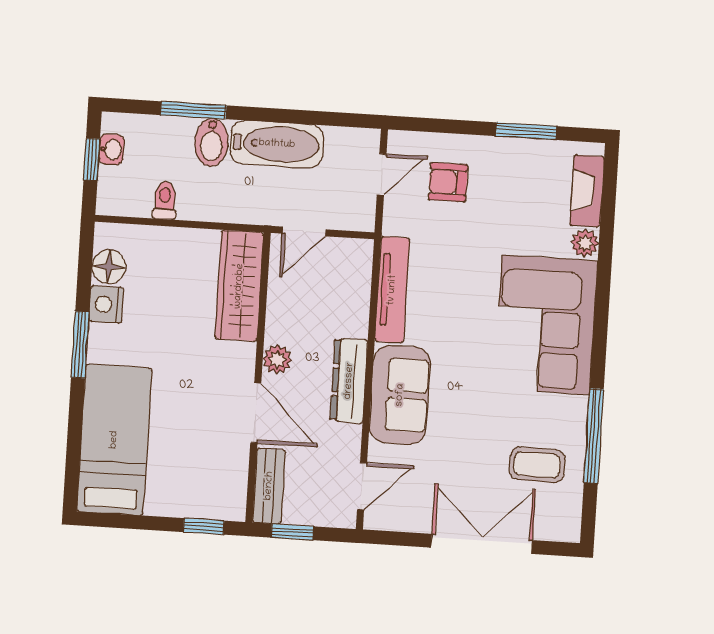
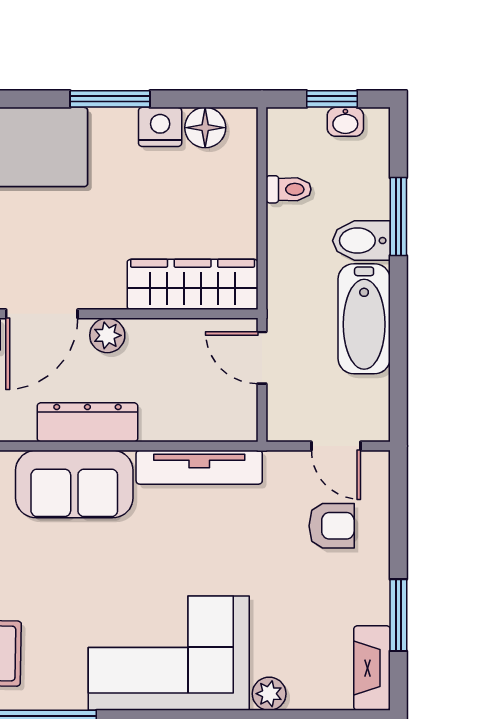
armchair: (448, 182) -> (332, 526), turned 90
fireplace: (587, 191) -> (372, 668), moved, turned -90

